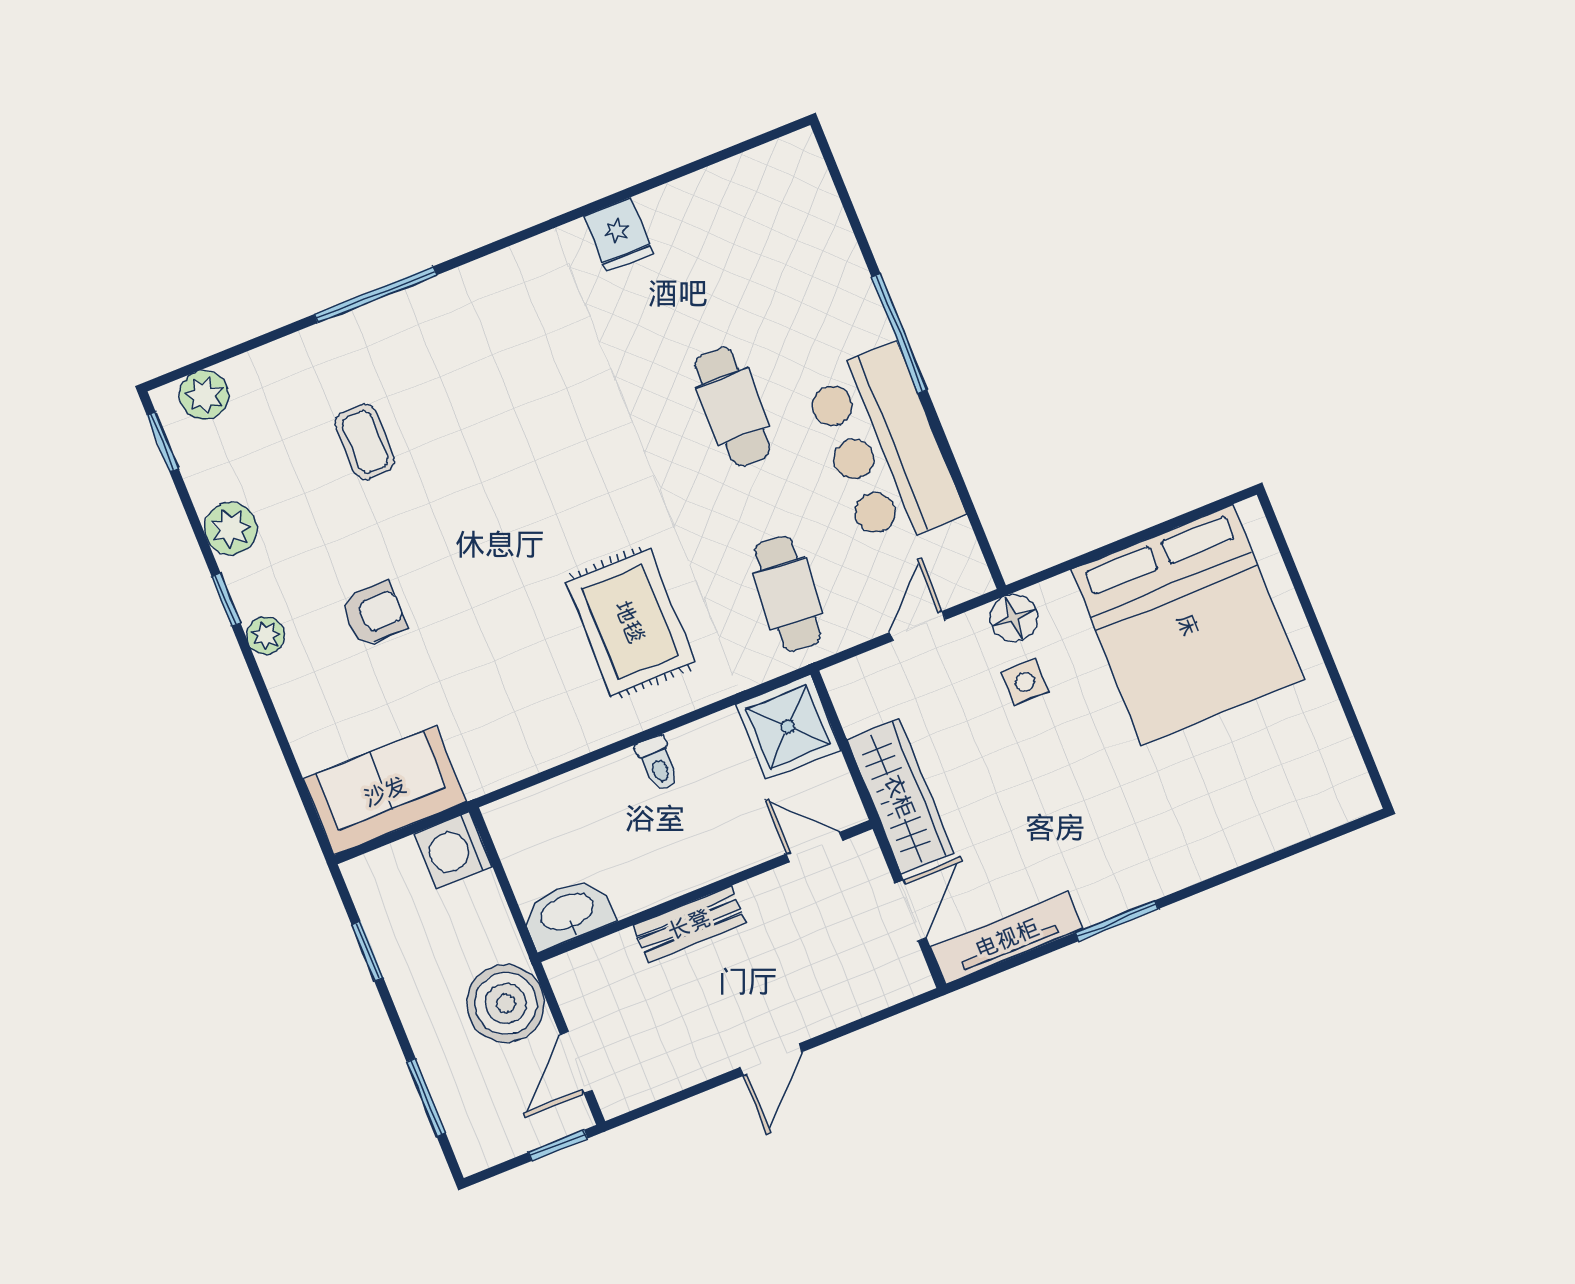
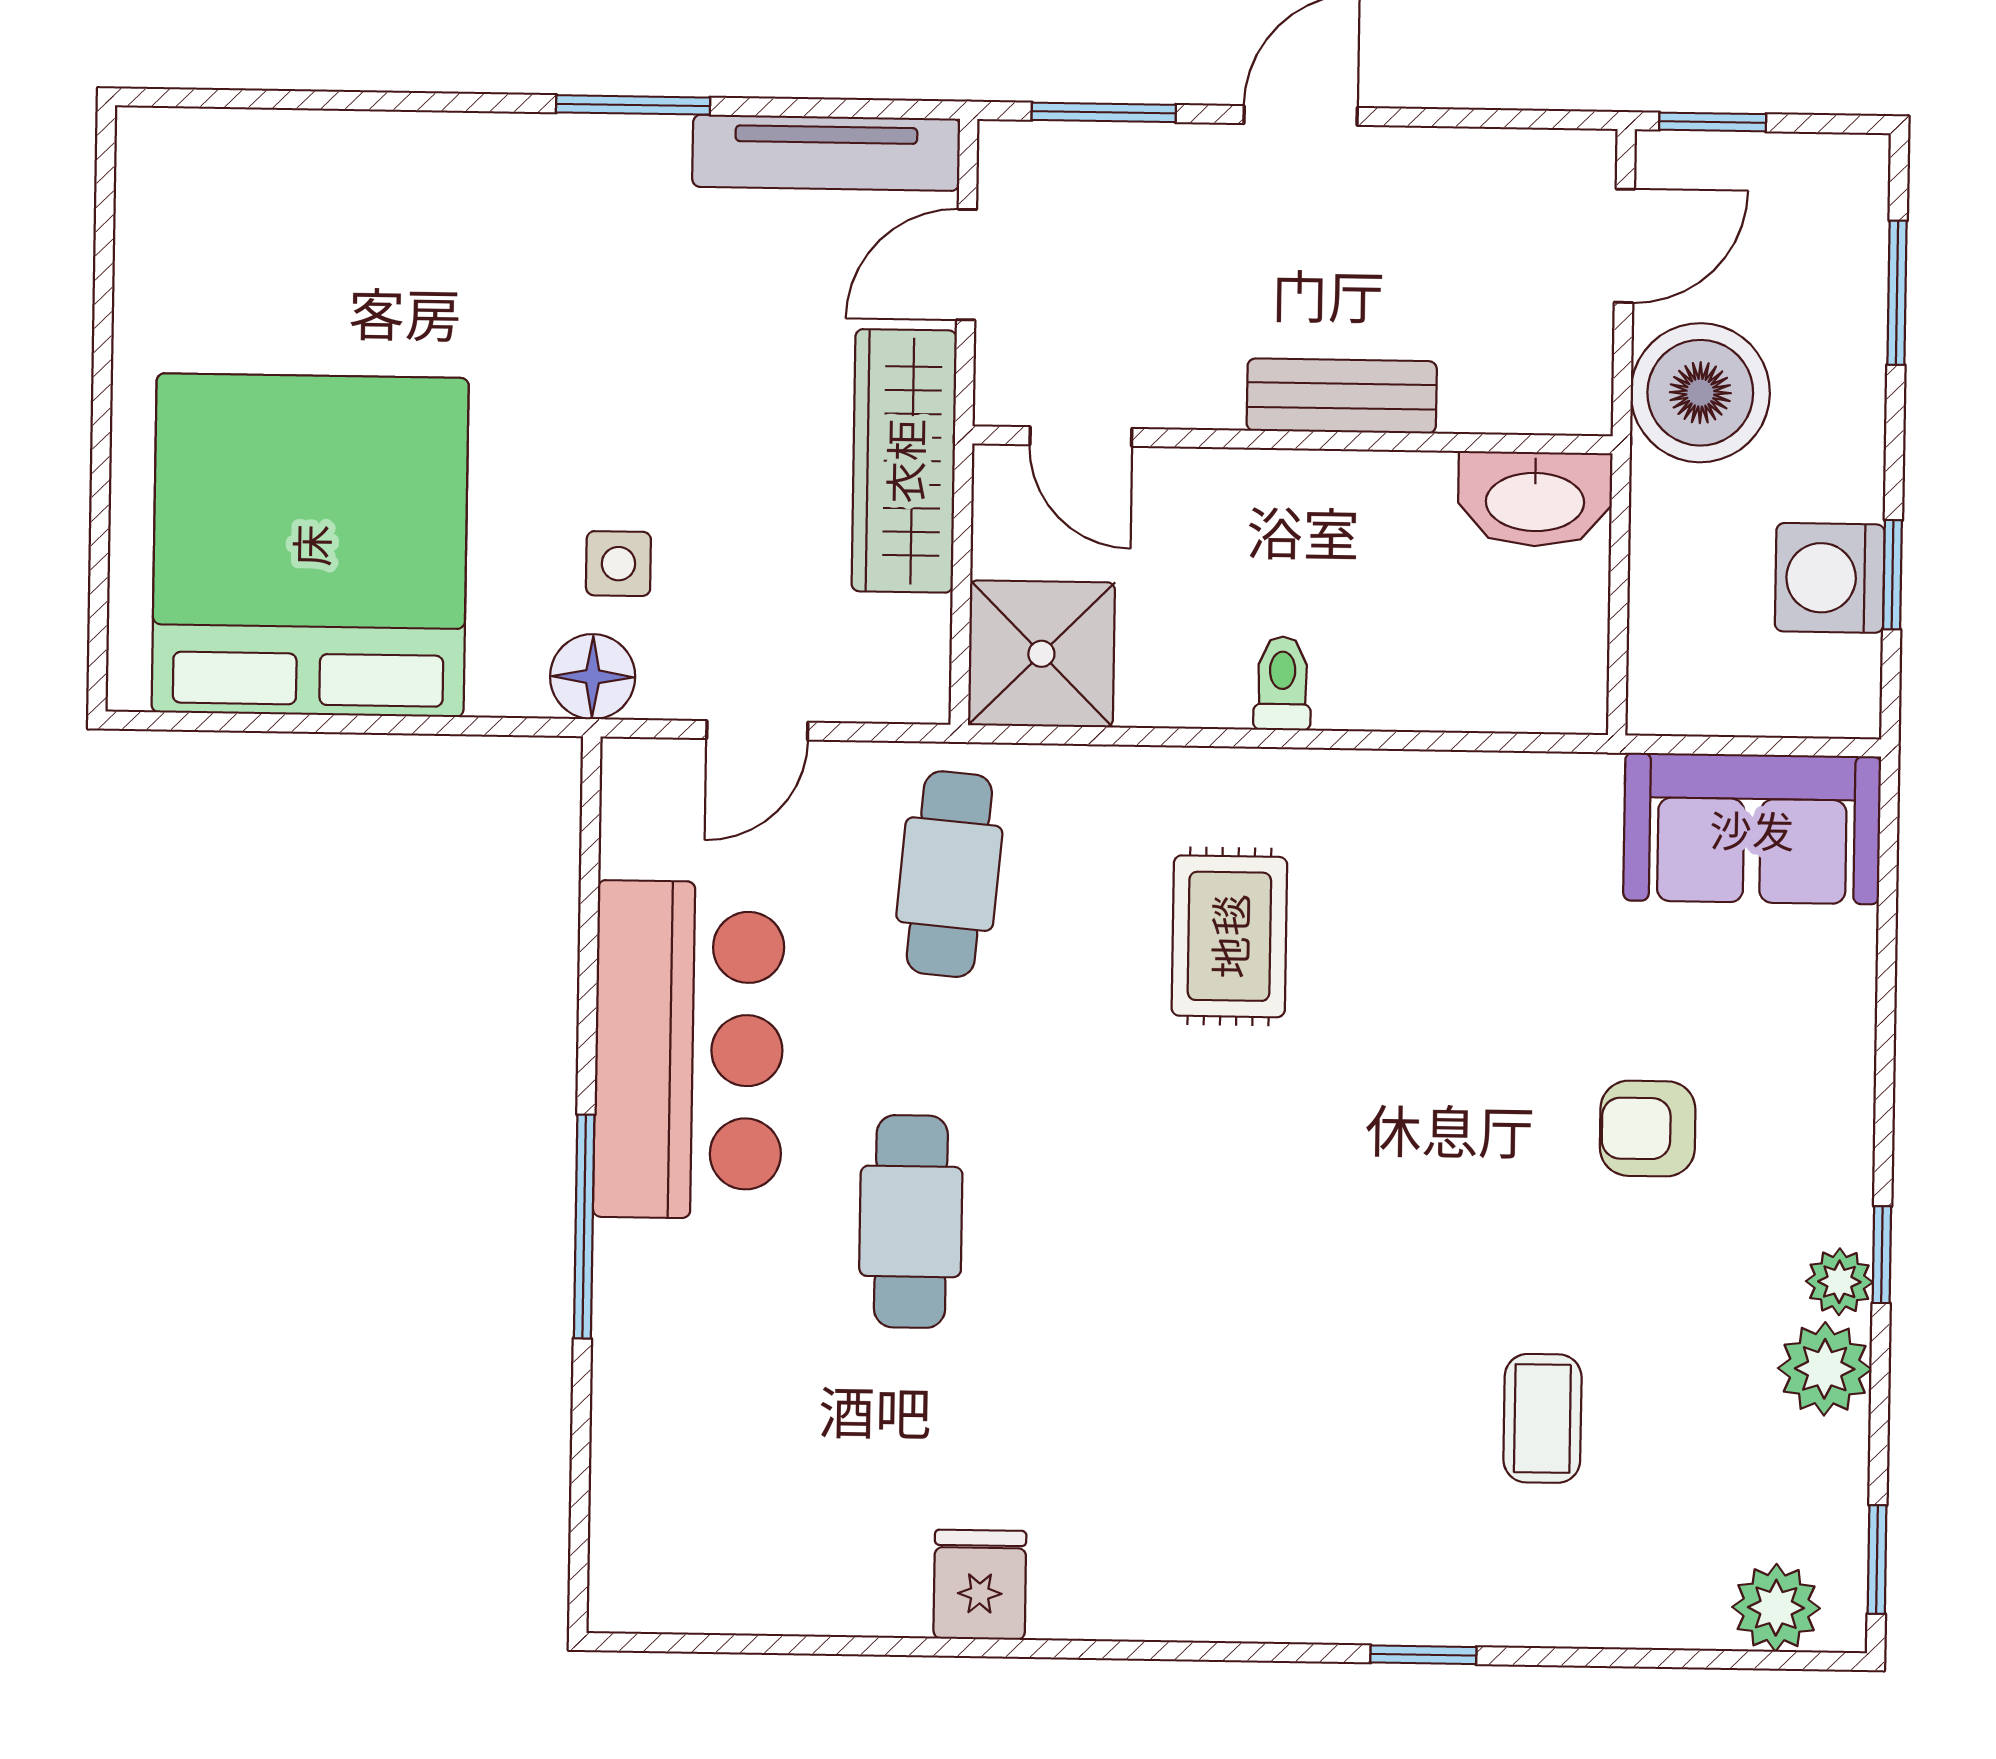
window: (375, 295) -> (1423, 1655), width x0.46
rug: (630, 622) -> (1229, 936), width x0.73, depth x0.70
plant: (266, 636) -> (1839, 1282), moved
washing machine: (453, 850) -> (1830, 578), moved, turned 180
window: (873, 1019) -> (1104, 112), added

